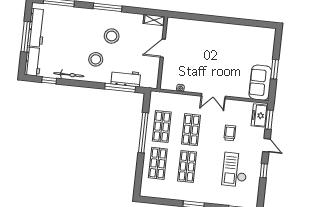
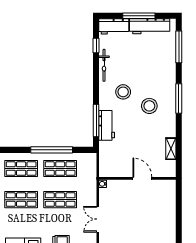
door: (163, 48) -> (142, 178), moved
wall: (162, 53) -> (137, 178), moved

